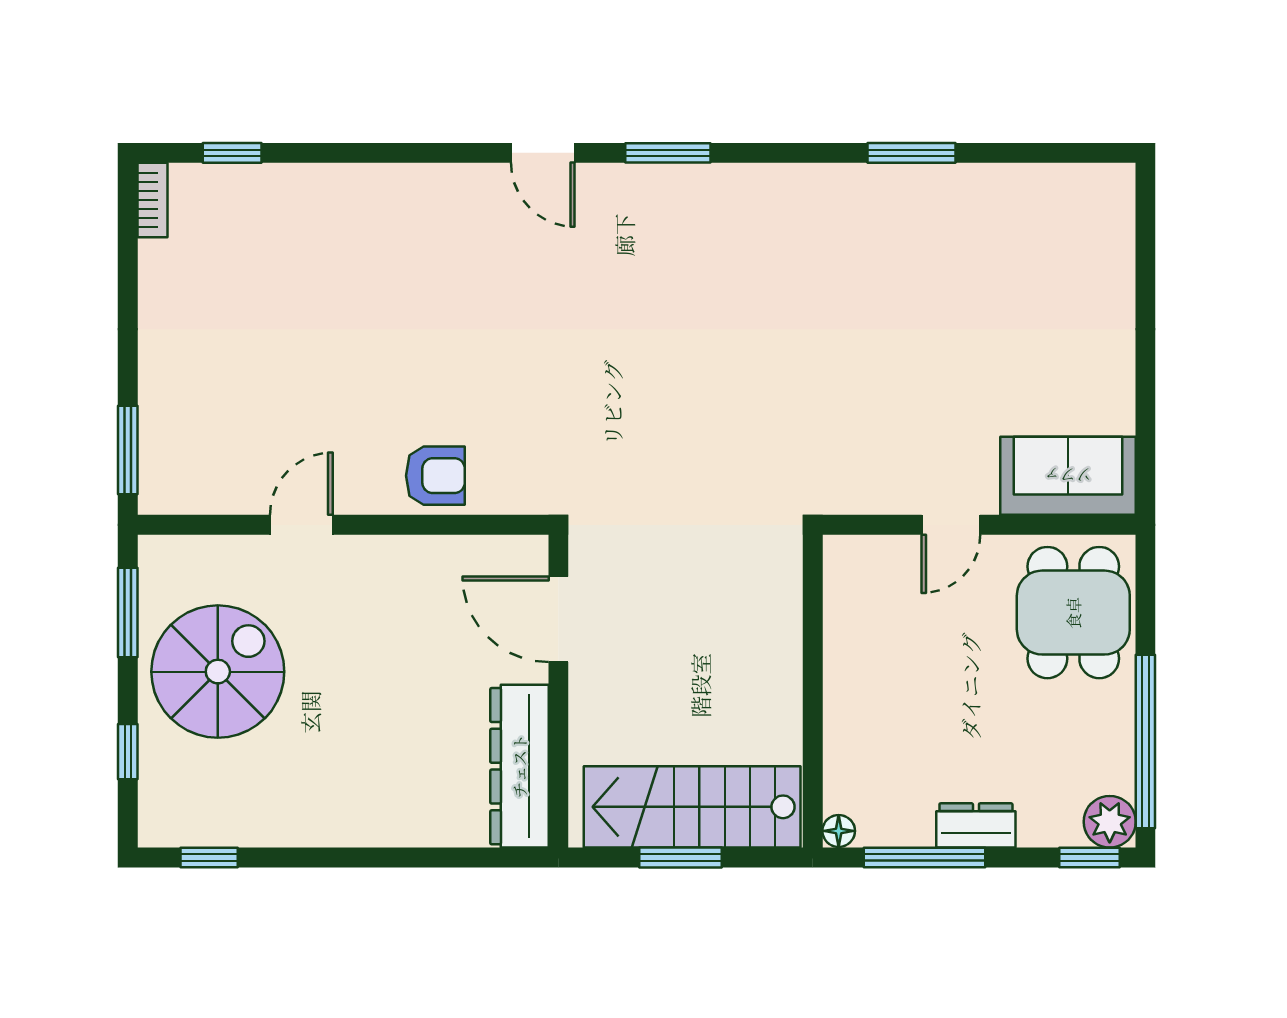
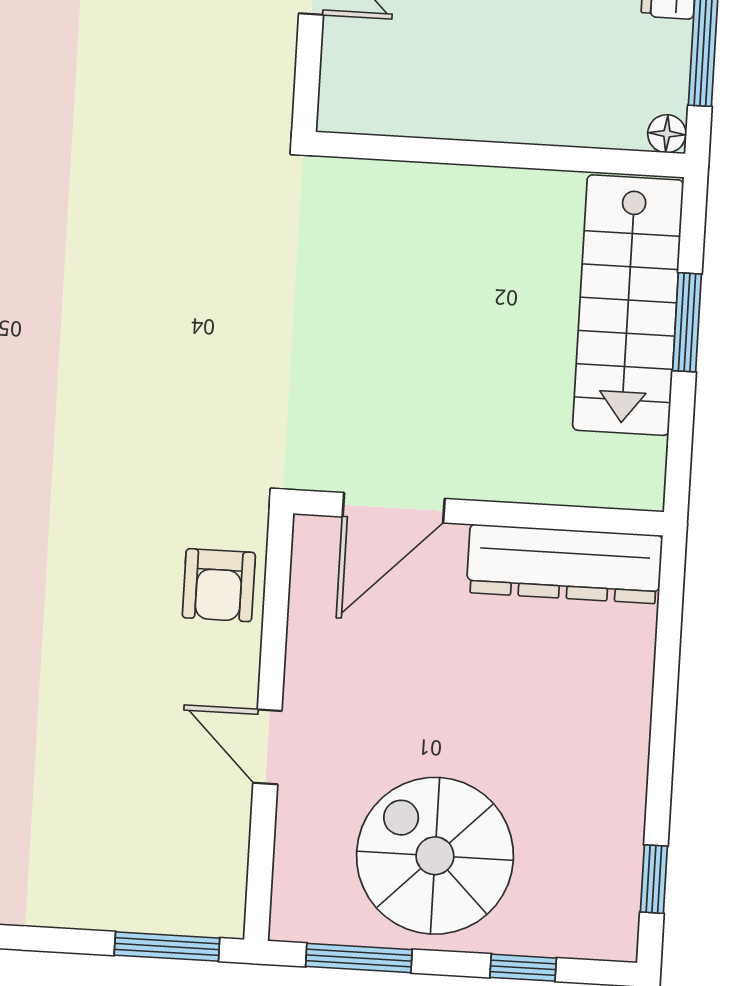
armchair: (435, 476) -> (219, 585), turned 180
door: (558, 619) -> (394, 508), moved
wall: (558, 691) -> (479, 513), moved
dresser: (519, 766) -> (564, 564), moved

